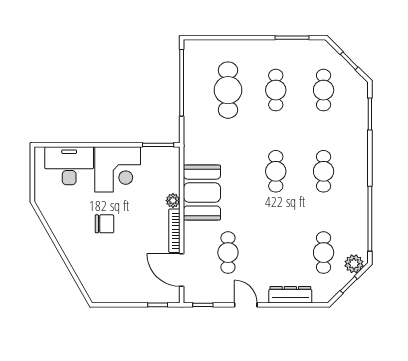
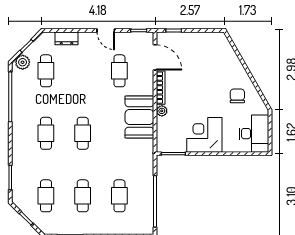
cafe table: (228, 90) -> (119, 196), width x0.73, depth x0.74
desk: (69, 166) -> (254, 134), moved, turned -90
chair: (104, 224) -> (237, 96), moved, turned 90
dresser: (290, 295) -> (66, 38), width x0.70

